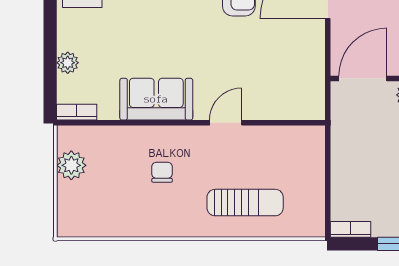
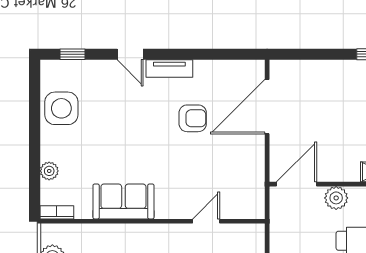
door: (226, 123) -> (206, 221), moved

